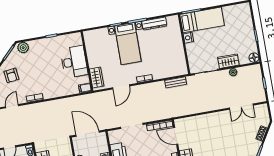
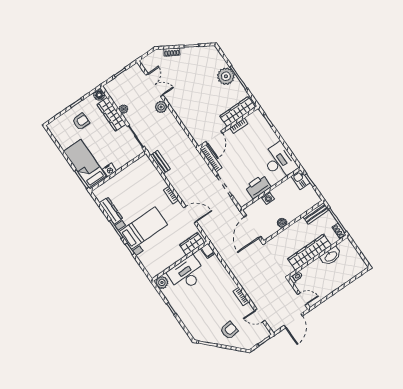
armchair: (239, 33) -> (81, 121), added
plant: (23, 48) -> (162, 282), moved
wardrobe: (228, 61) -> (111, 114), width x1.50
plant: (221, 104) -> (161, 107), added

